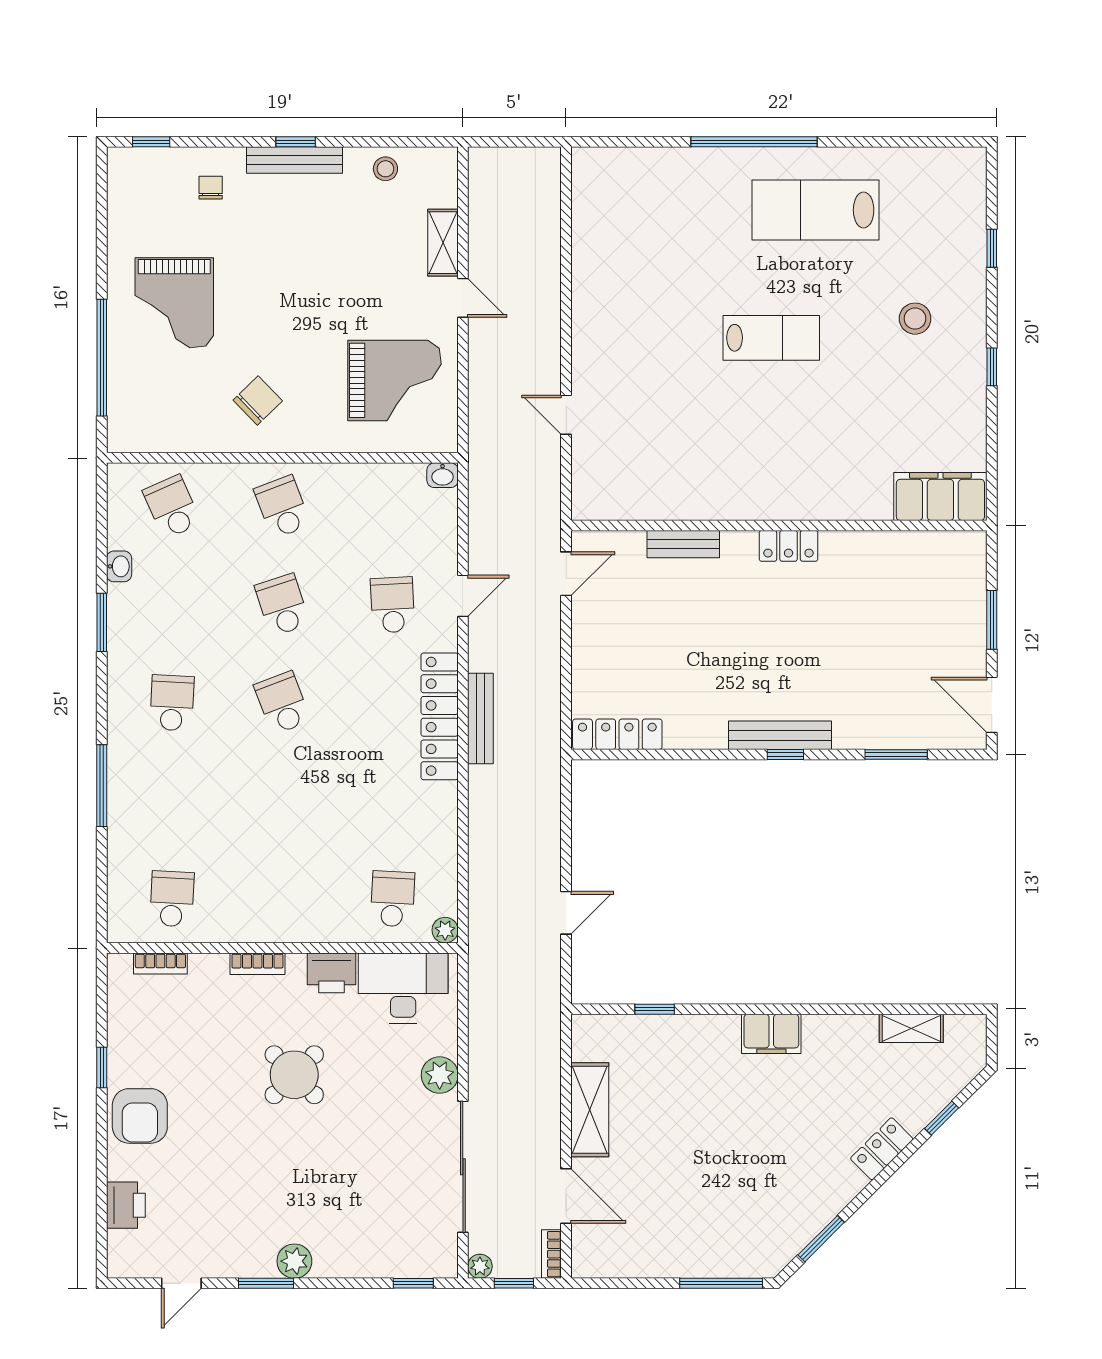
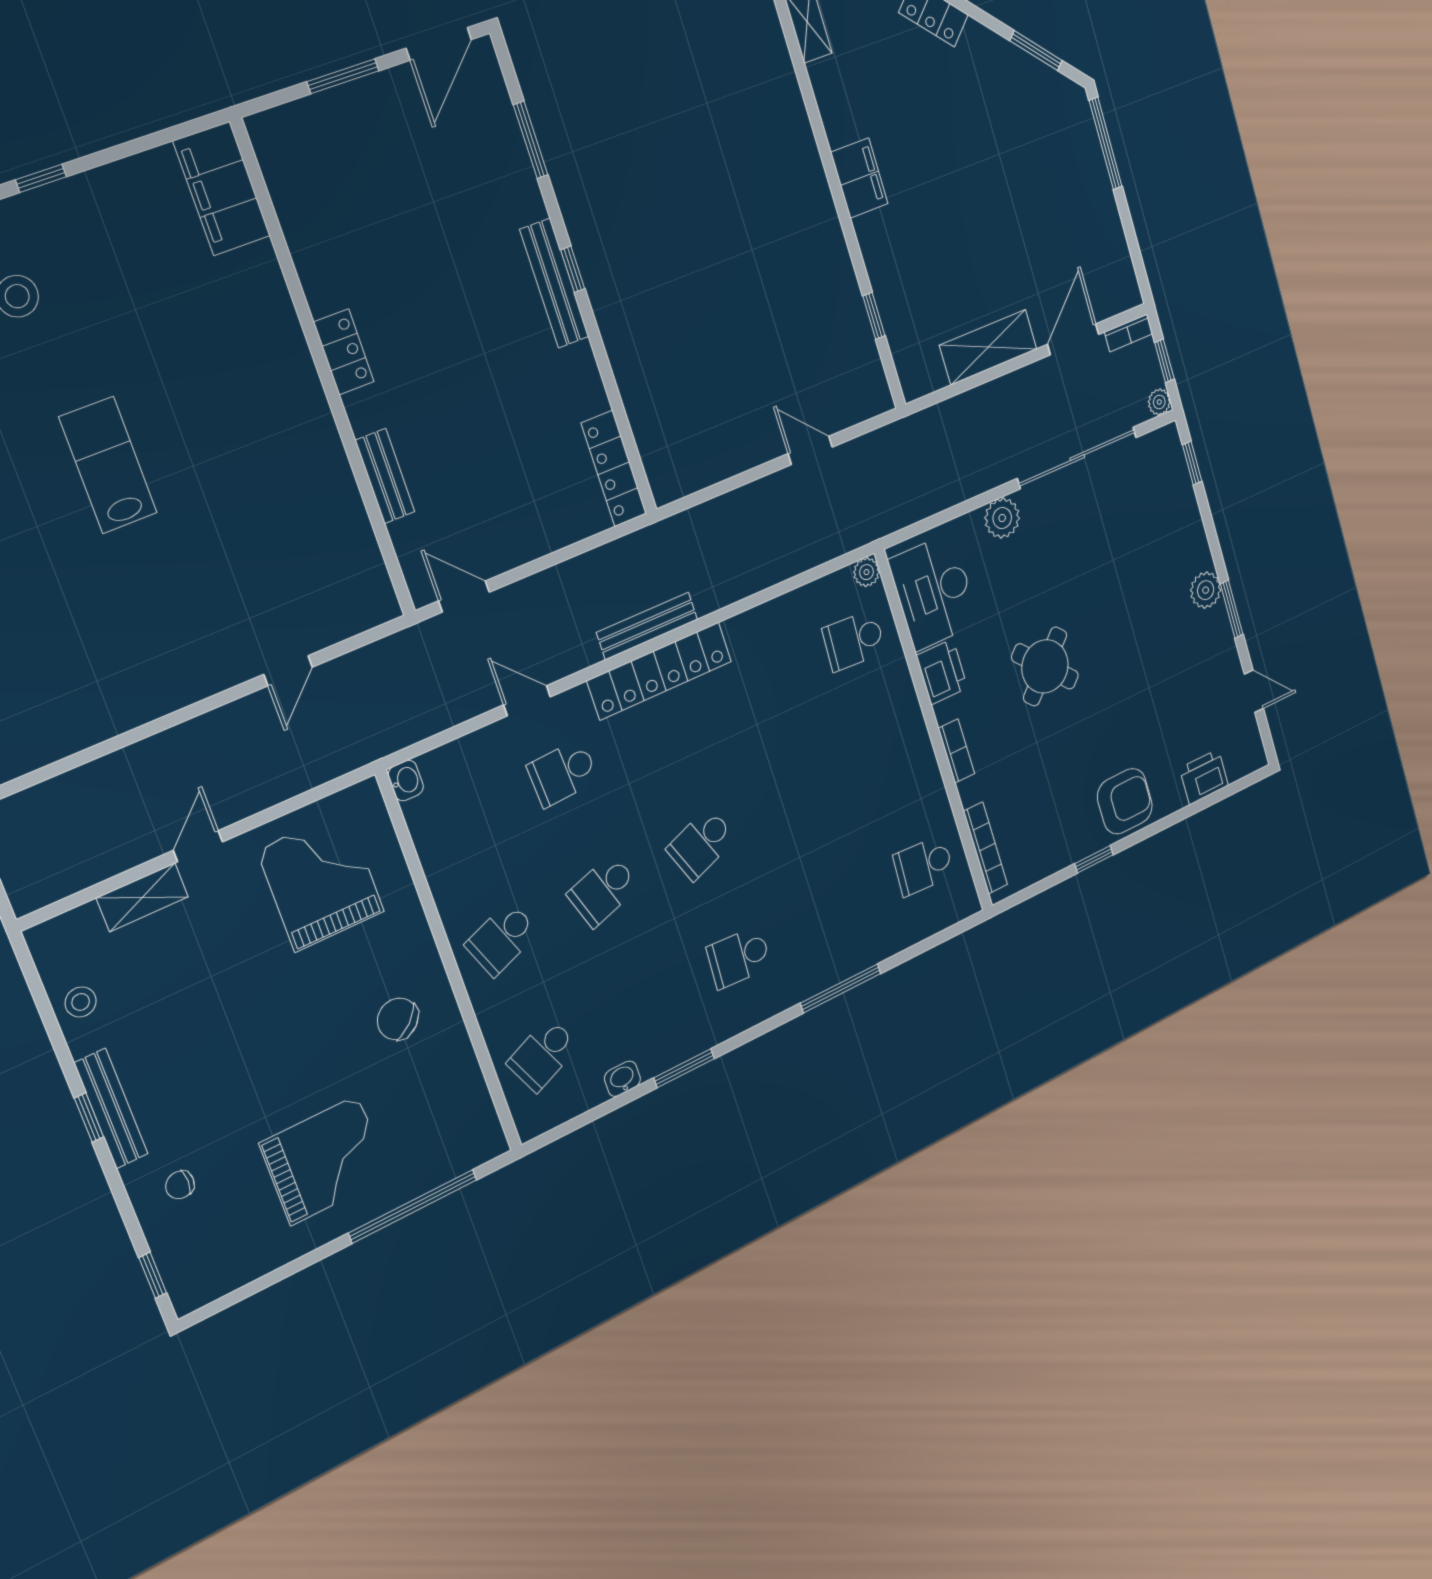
bookcase: (160, 963) -> (985, 848), width x1.56

